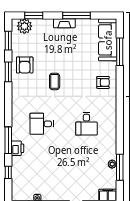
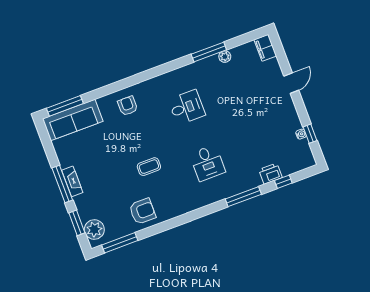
window: (77, 16) -> (62, 184), moved
window: (8, 41) -> (120, 243), width x1.44
window: (120, 52) -> (65, 106), moved
window: (8, 72) -> (159, 228), removed
printer: (17, 148) -> (270, 174), moved
window: (120, 167) -> (209, 52), moved

